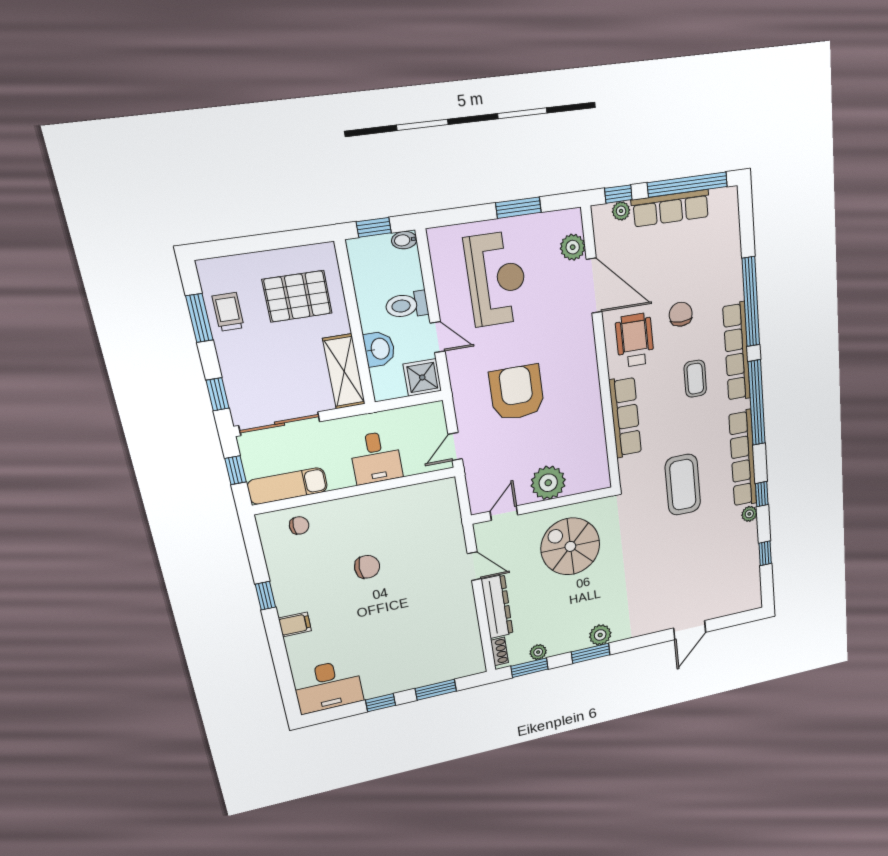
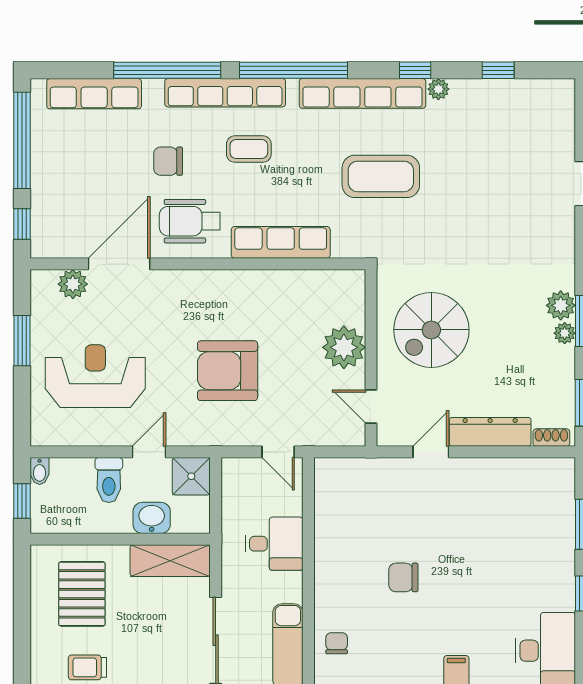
row of seats: (671, 208) -> (94, 94), moved, turned 90
plant: (621, 211) -> (41, 223), removed
chair: (367, 567) -> (403, 577), turned -90
plant: (538, 652) -> (565, 333), moved

